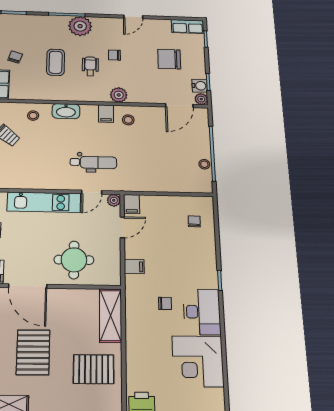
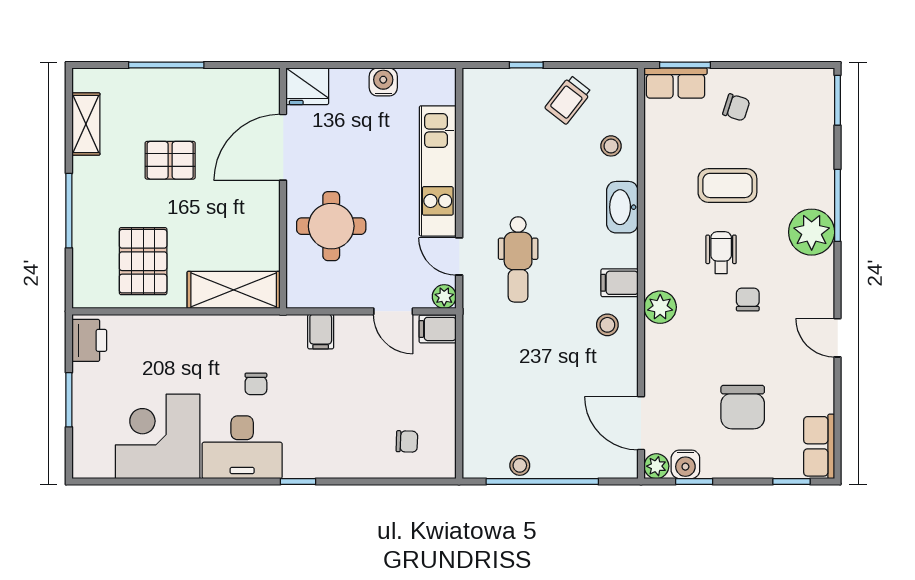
chair: (169, 59) -> (743, 407), turned 180
wheelchair: (90, 66) -> (721, 253), turned -90
pallet: (33, 352) -> (170, 160), width x0.67, depth x0.71

